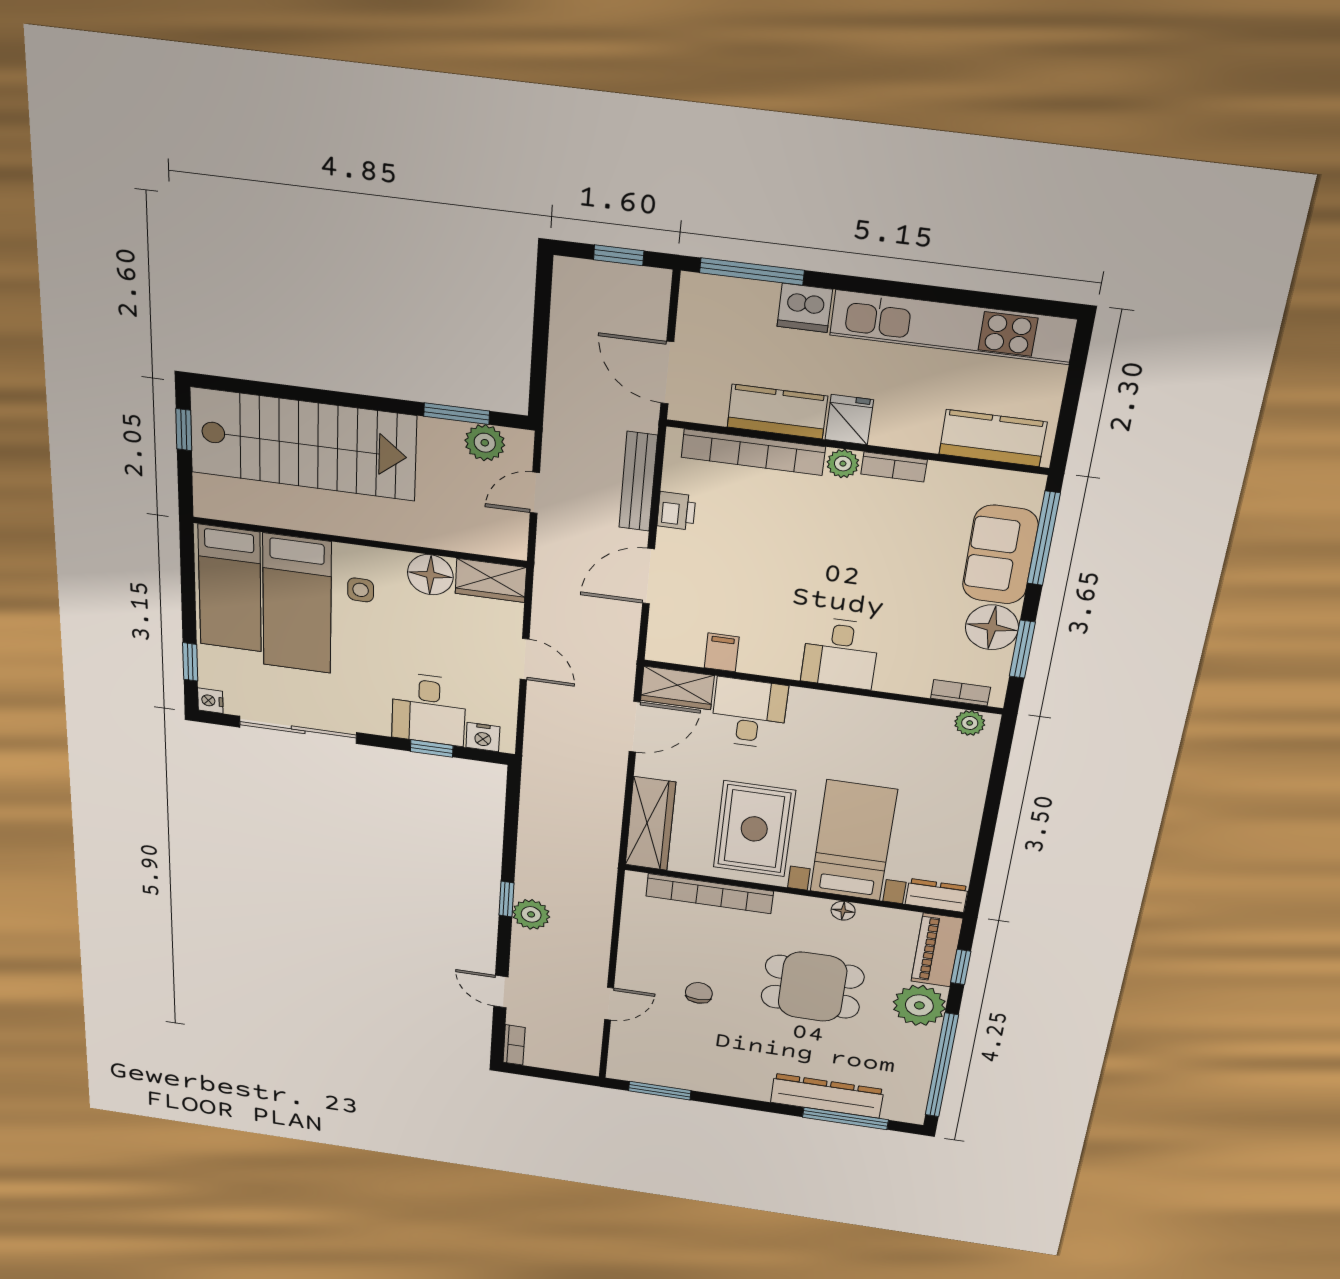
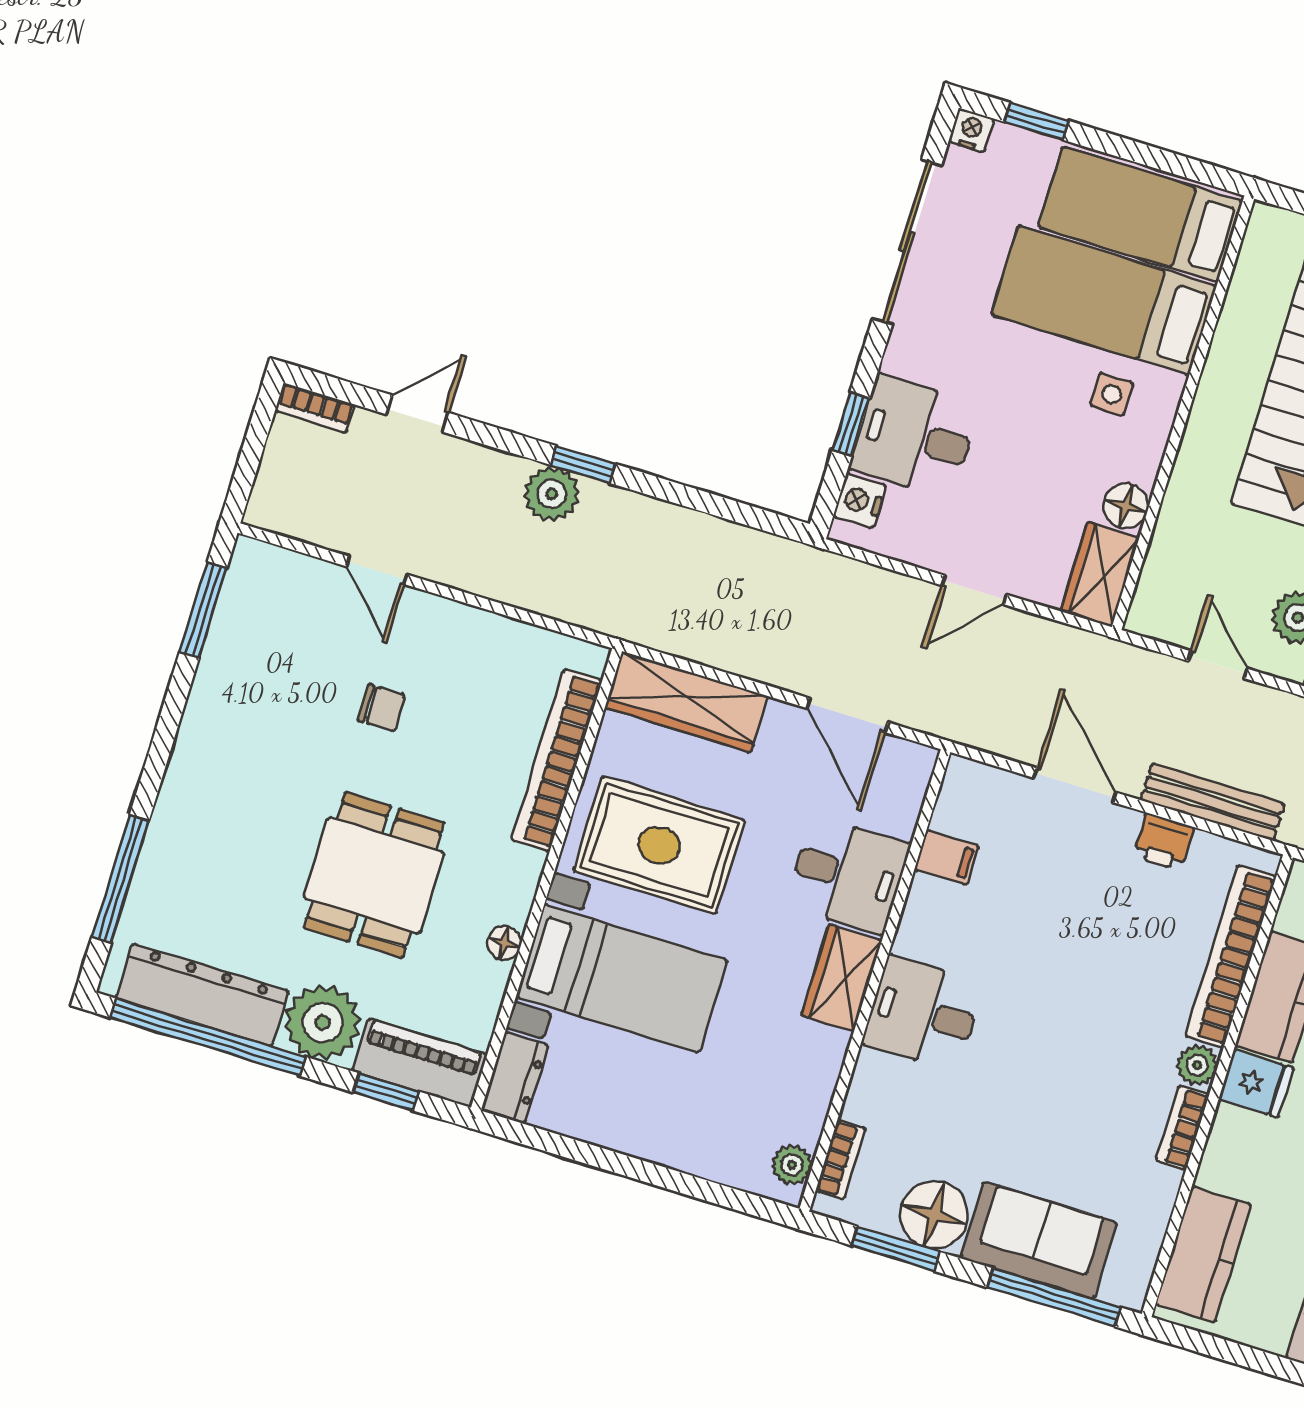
floor lamp: (430, 575) -> (1126, 506), width x0.73, depth x0.73
wardrobe: (677, 688) -> (842, 978), moved
dresser: (827, 1096) -> (202, 995), moved, turned -90

